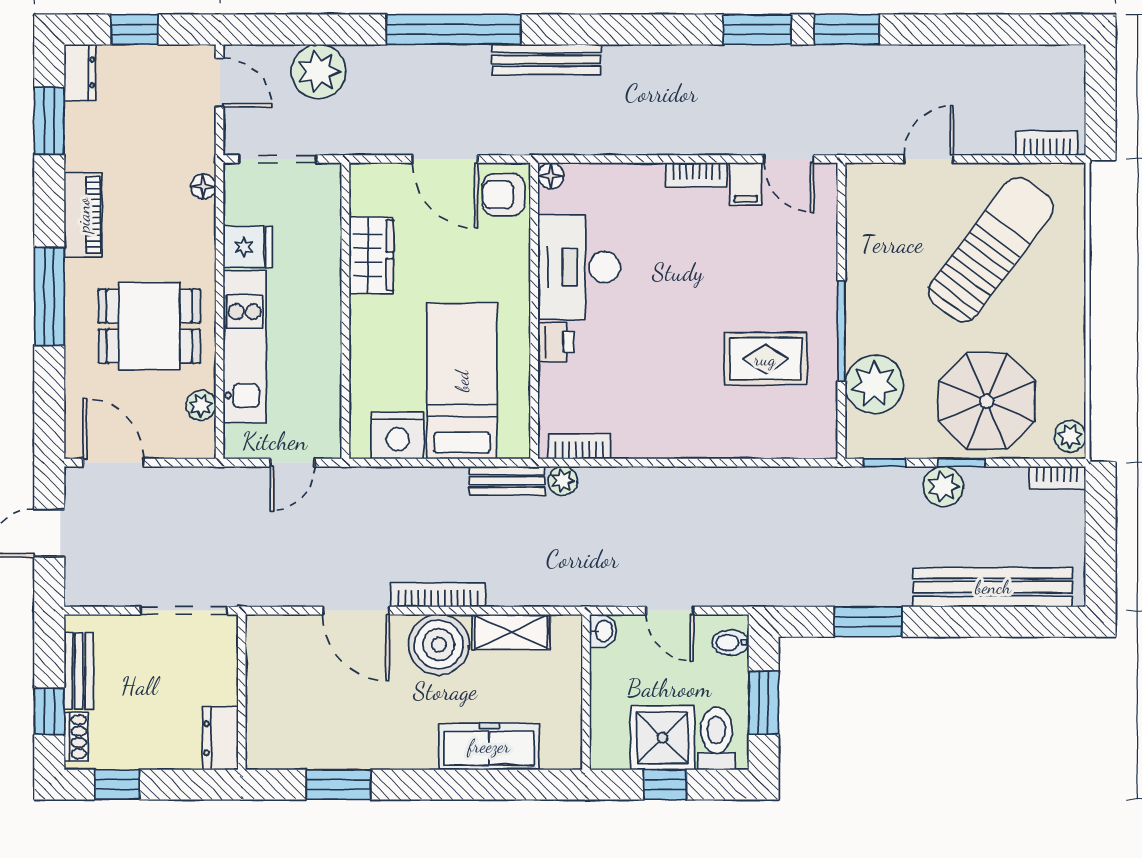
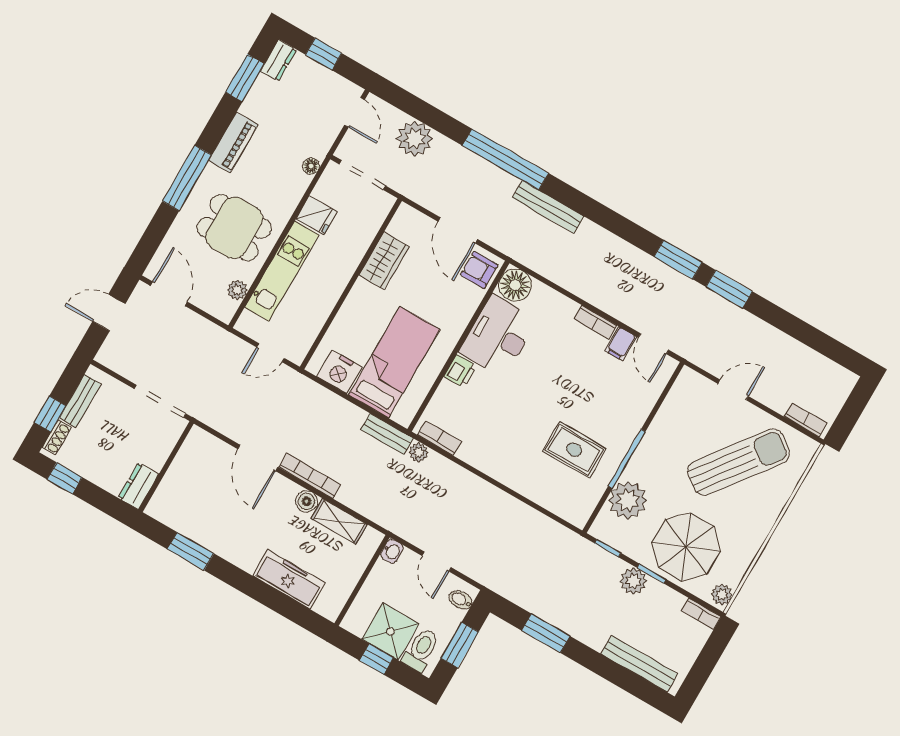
floor lamp: (551, 176) -> (515, 285), width x1.89, depth x1.89
bench: (993, 587) -> (639, 664), width x0.73, depth x0.82
boiler: (439, 645) -> (307, 501), width x0.54, depth x0.54

